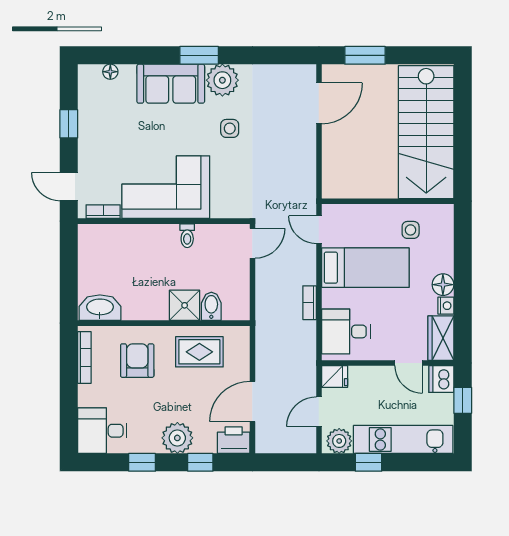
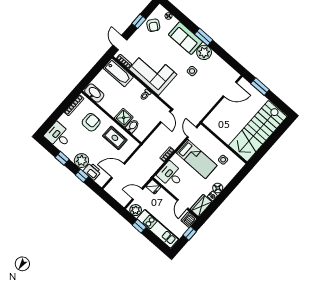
armchair: (99, 109) -> (153, 25), added
bathtub: (110, 239) -> (118, 73), added
door: (252, 243) -> (165, 117), hinge flipped
printer: (234, 440) -> (92, 171), moved

